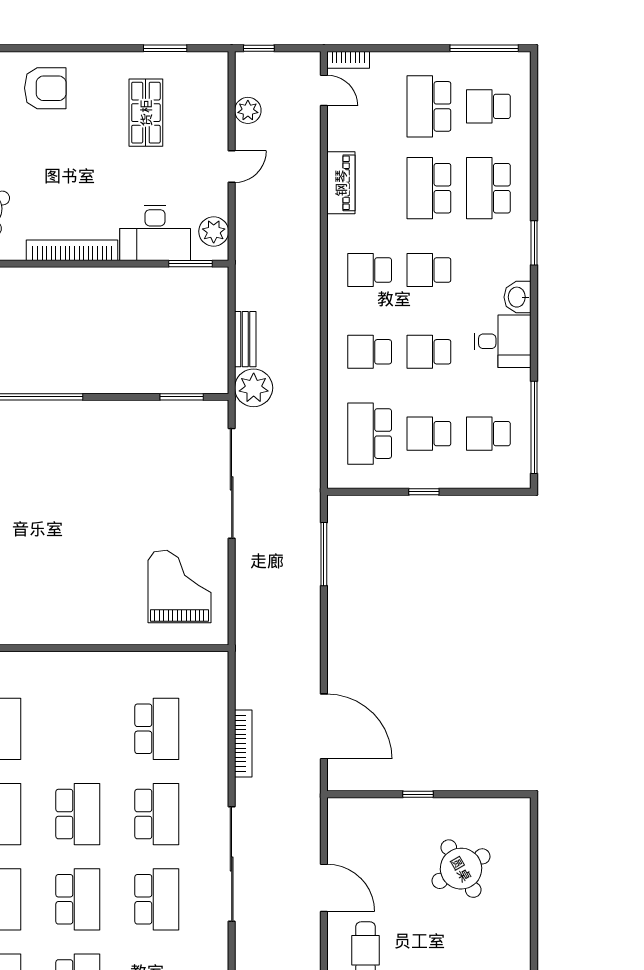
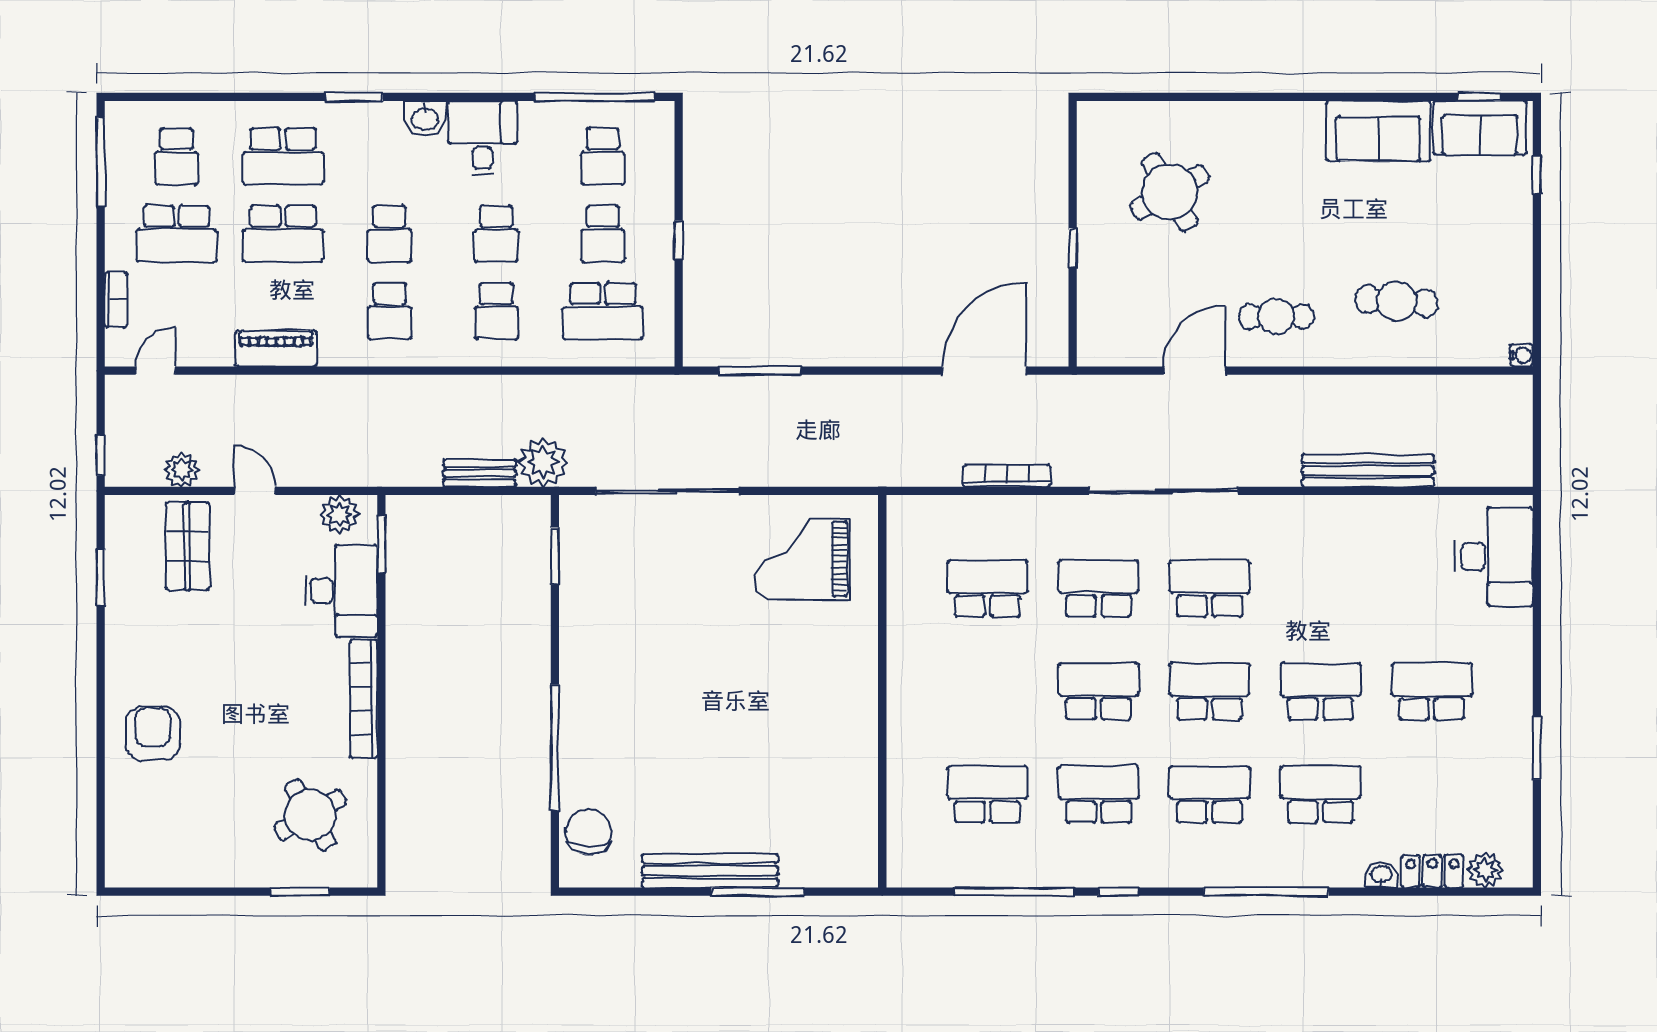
bookcase: (348, 60) -> (116, 300), moved
shop shelf: (146, 113) -> (187, 546), moved, turned 90

